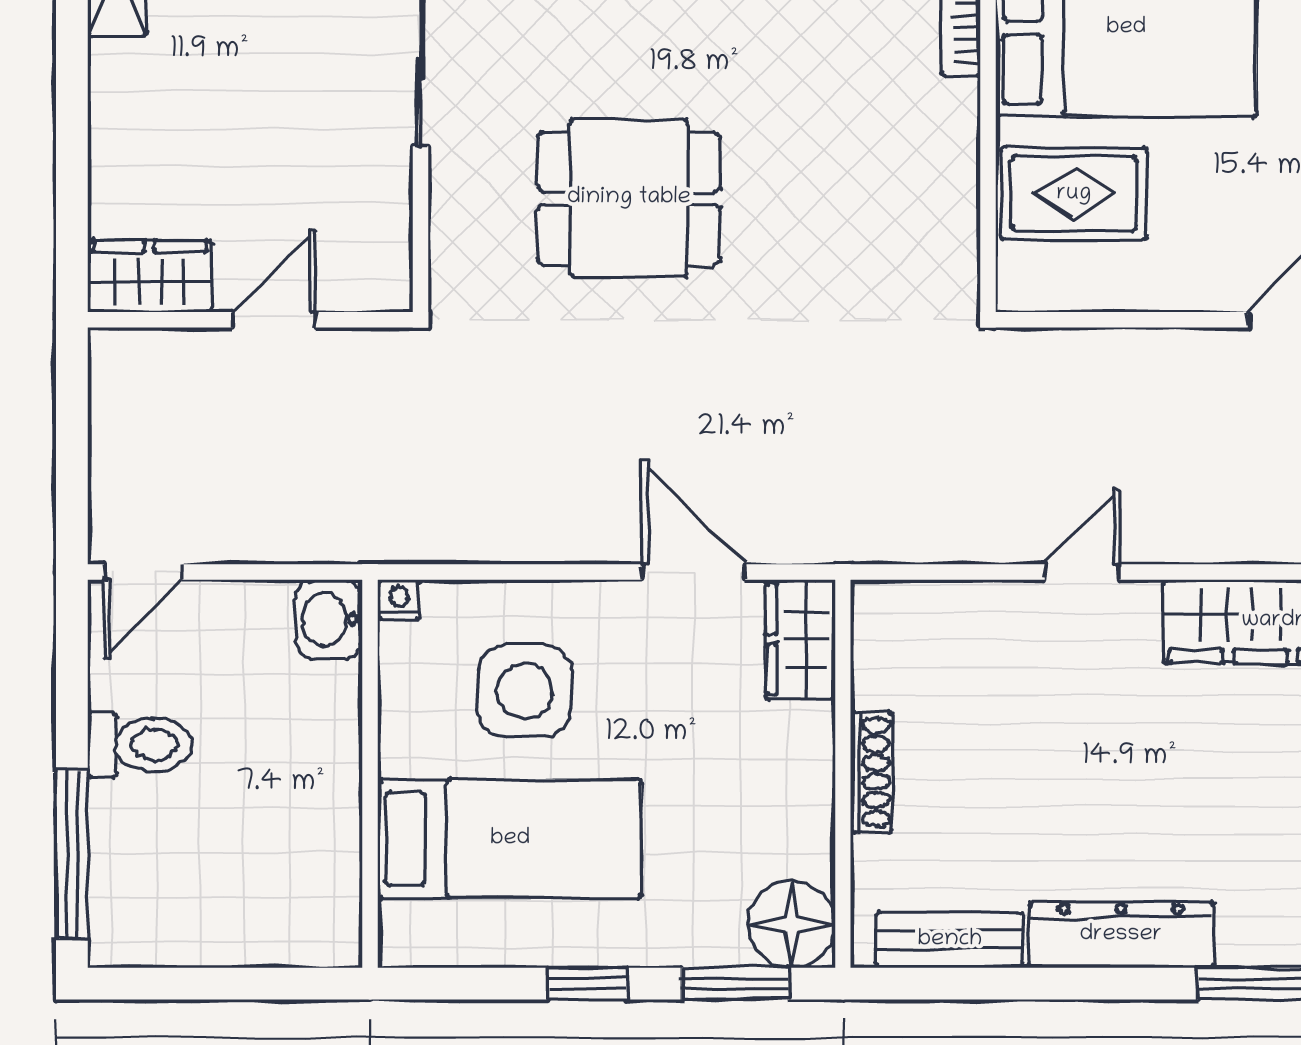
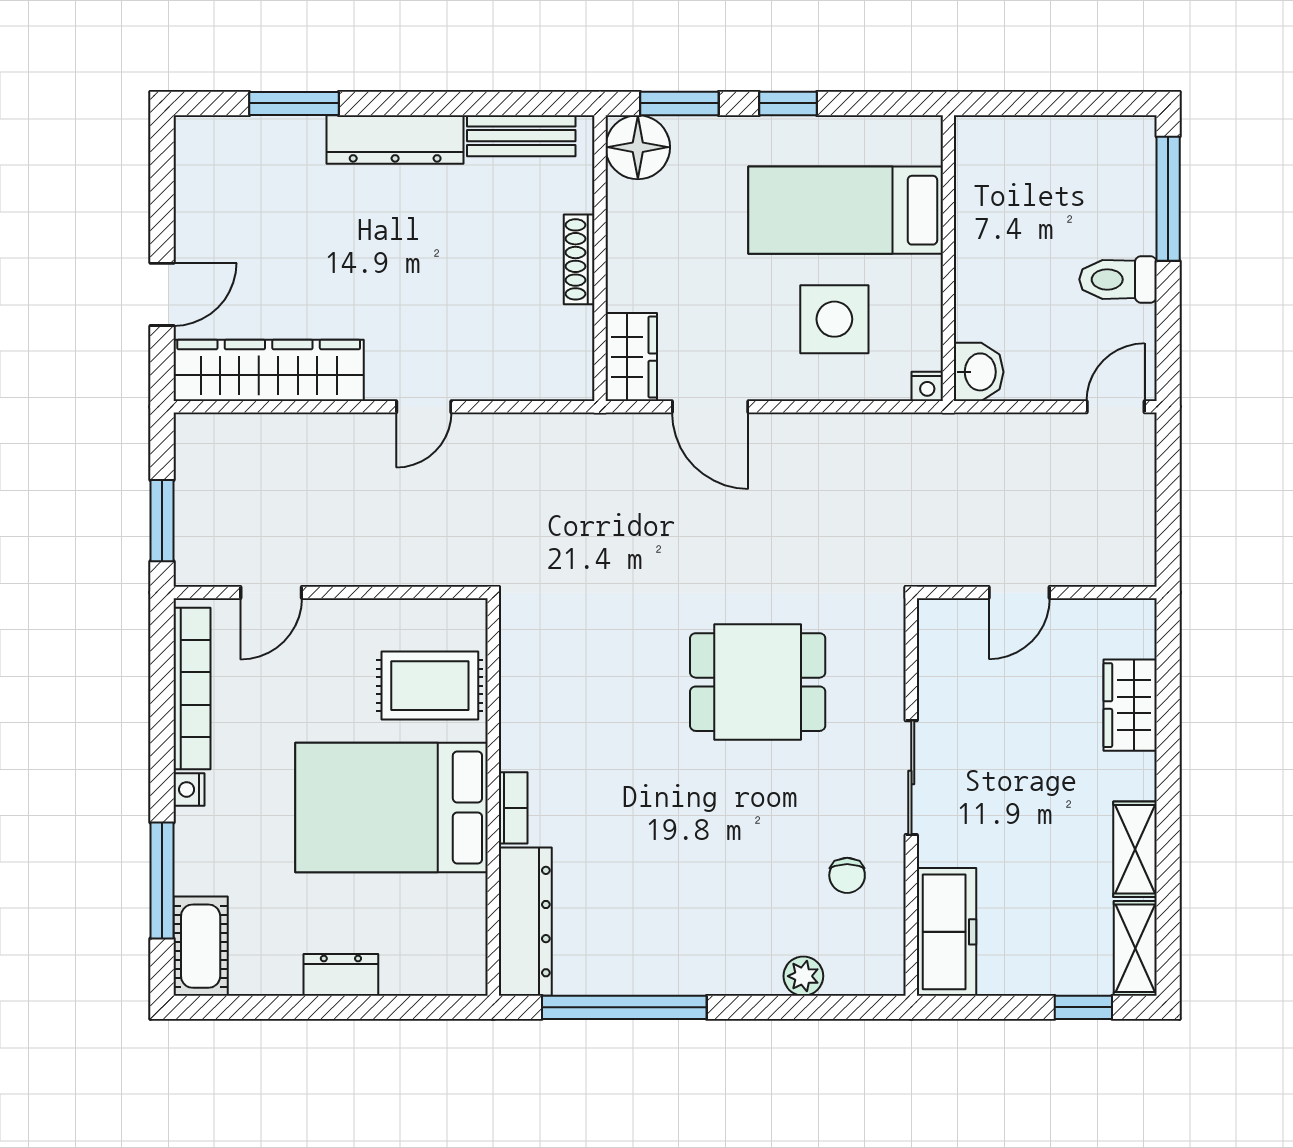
wardrobe: (150, 276) -> (1130, 705), moved, turned 90

